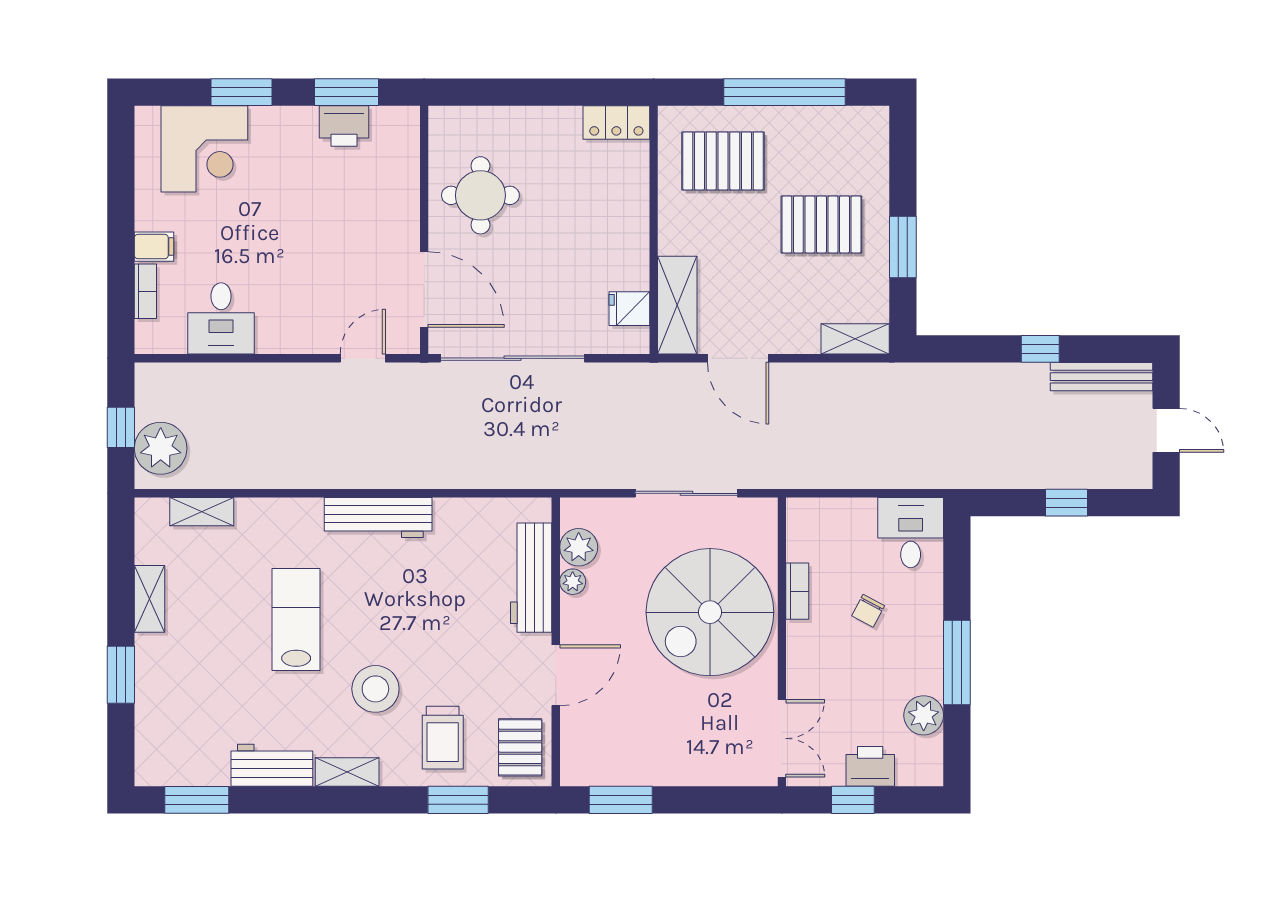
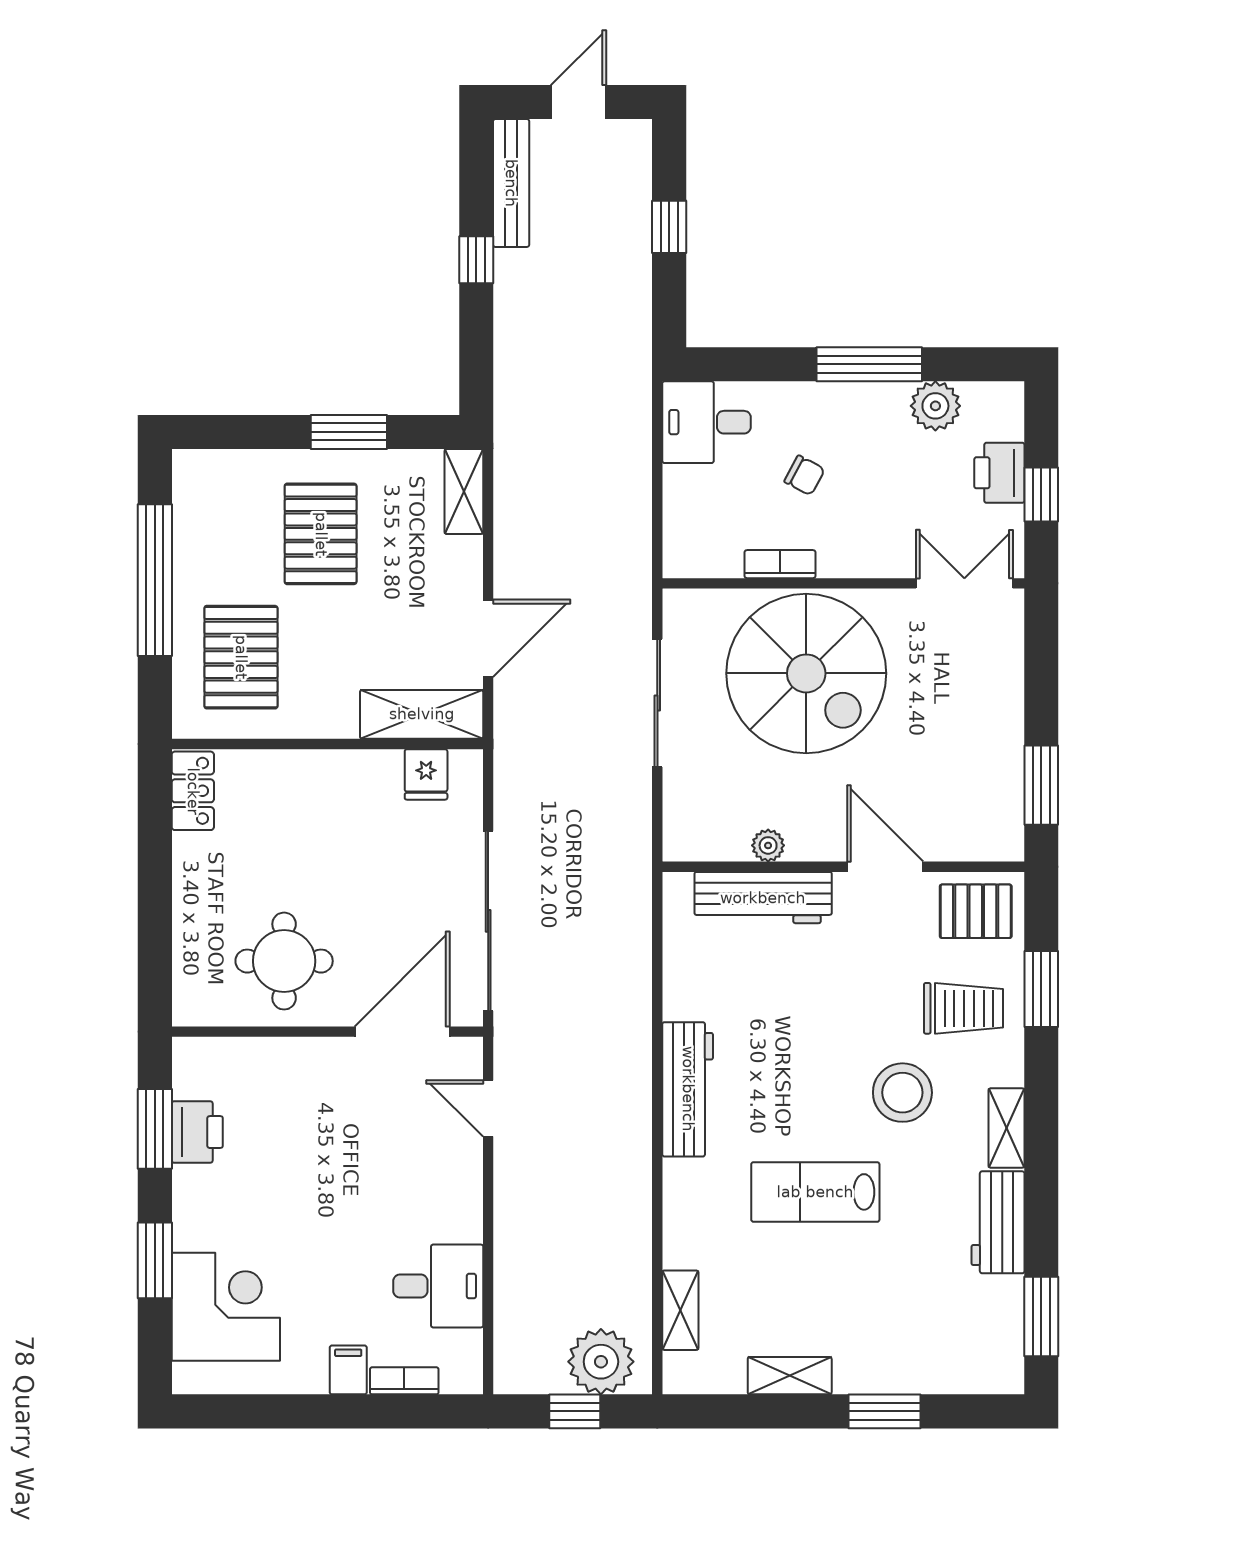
plant: (579, 547) -> (725, 838), removed

